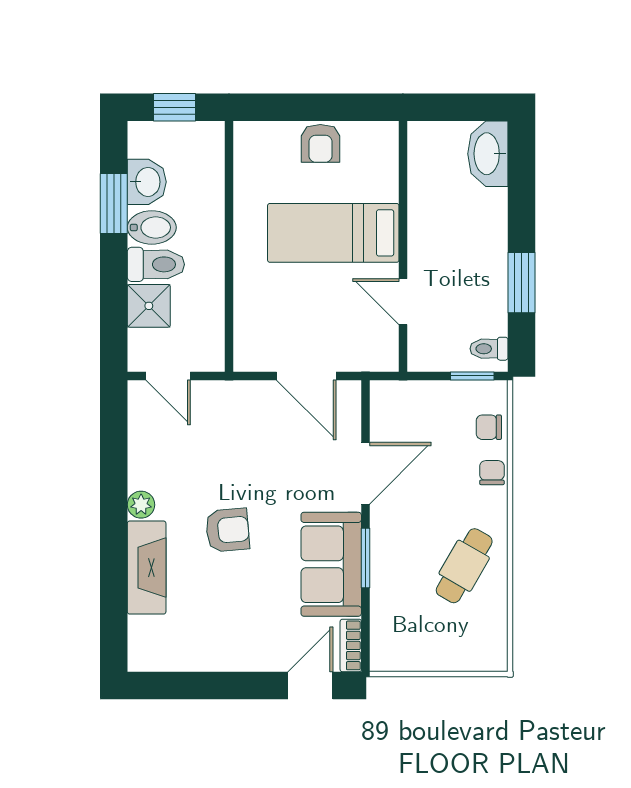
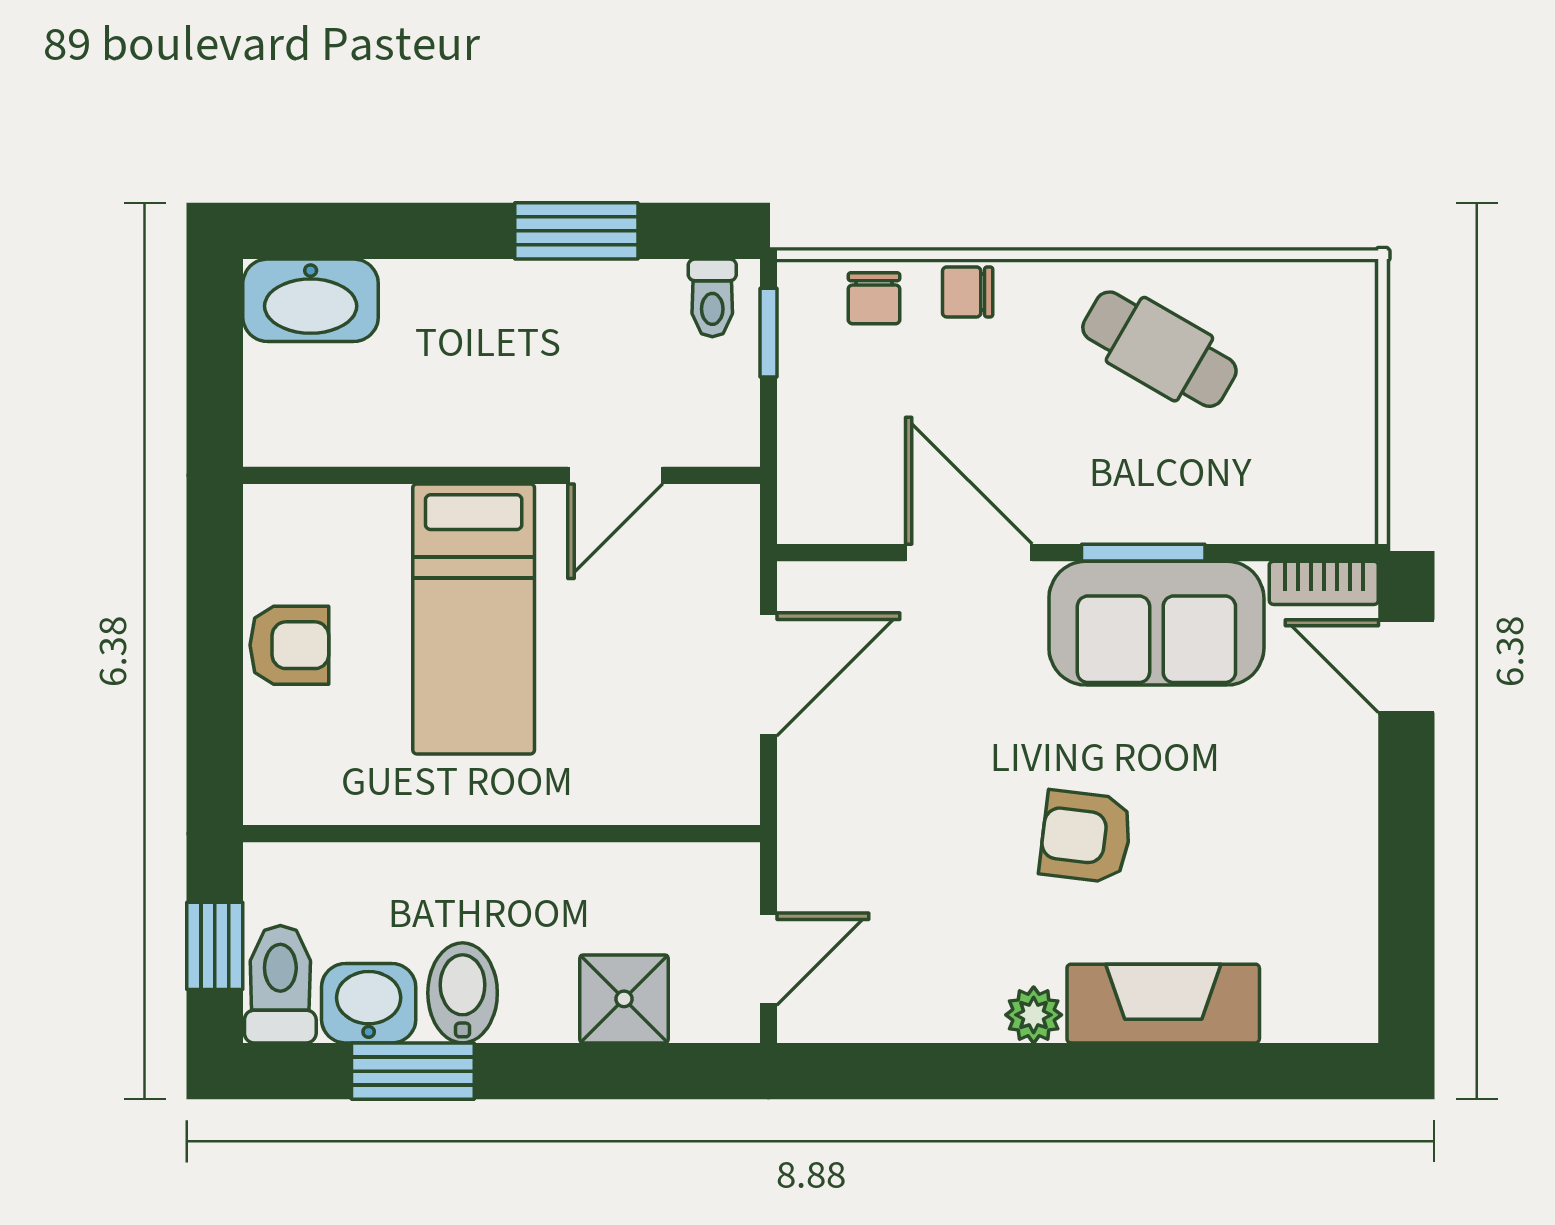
toilet: (156, 264) -> (280, 984), moved
armchair: (228, 530) -> (1086, 837), turned -78

